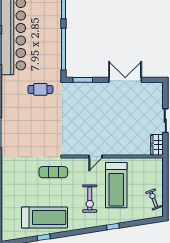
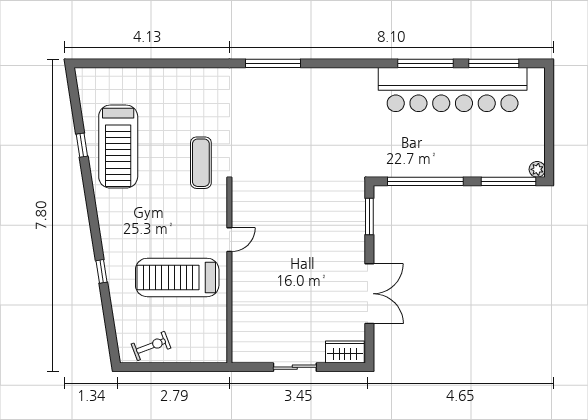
cafe table: (40, 89) -> (352, 139), removed
wardrobe: (157, 145) -> (345, 352), moved
door: (95, 157) -> (229, 240), swing flipped
exercise bike: (90, 199) -> (153, 229), removed

